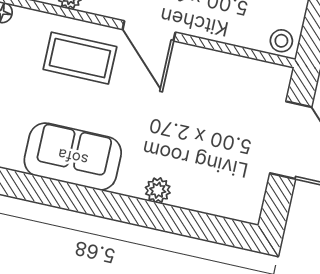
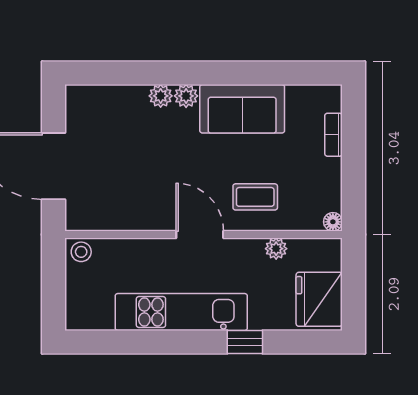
coffee table: (80, 58) -> (255, 197), width x0.73, depth x0.77
plant: (130, 184) -> (186, 96), added

